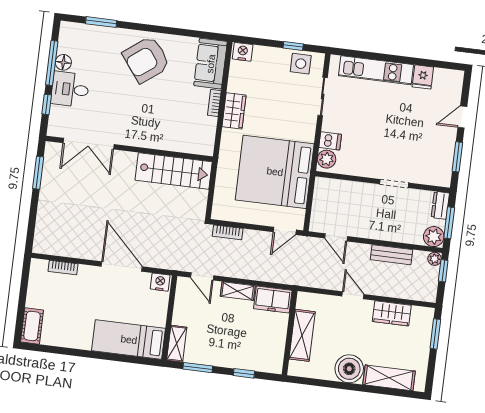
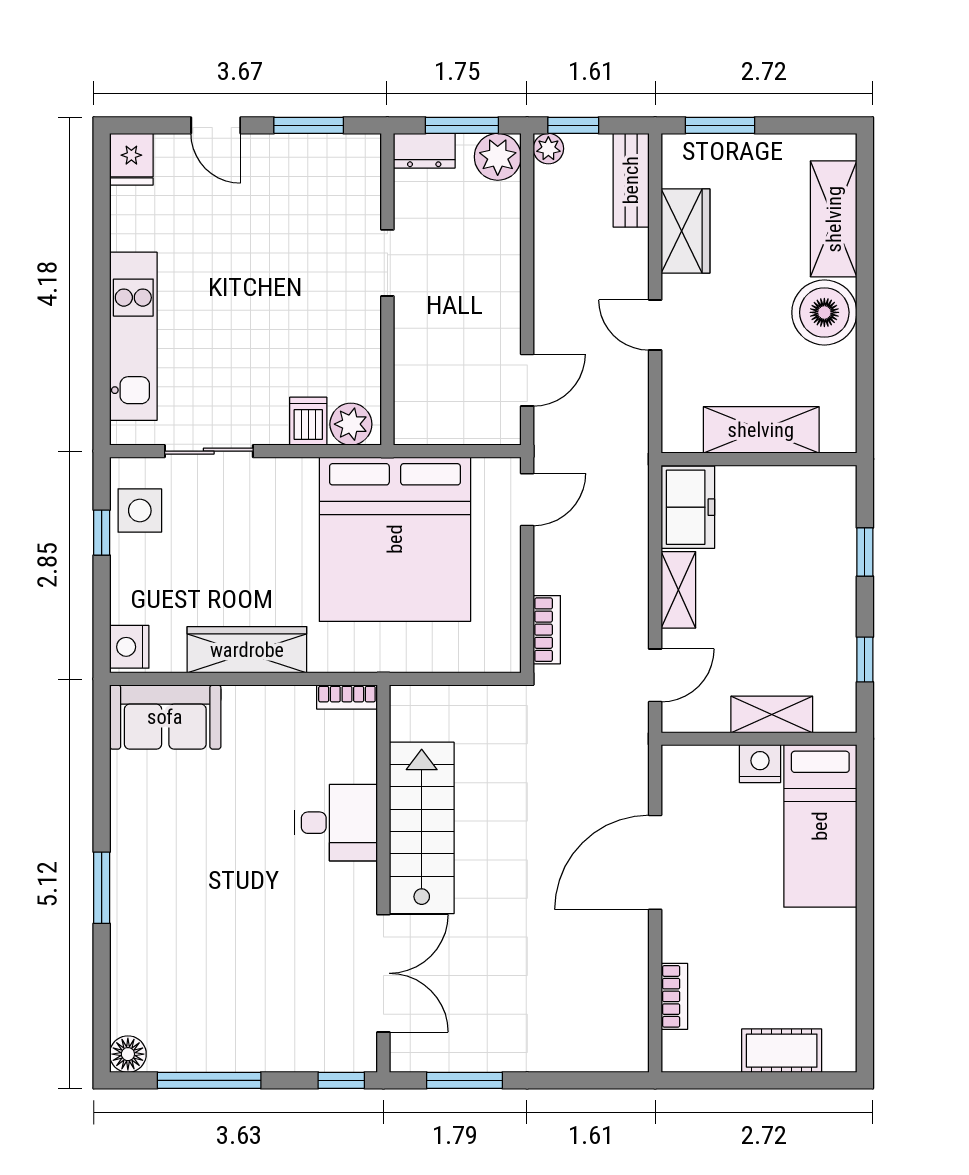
window: (101, 22) -> (102, 888), moved
armchair: (146, 59) -> (174, 865), removed
floor lamp: (63, 62) -> (128, 1054), moved
fridge: (423, 77) -> (131, 159), moved, turned 90
desk: (70, 89) -> (336, 823), moved, turned -90
bookcase: (214, 103) -> (347, 697), moved
window: (47, 104) -> (341, 1080), moved
wardrobe: (234, 111) -> (247, 650), width x1.50
stairs: (174, 171) -> (422, 828), moved
door: (285, 231) -> (527, 500), hinge flipped
bench: (392, 255) -> (631, 180), moved
nightstand: (160, 282) -> (760, 764), moved, turned 90
door: (353, 295) -> (655, 325), hinge flipped
cot: (32, 326) -> (782, 1051), moved
shelving: (177, 344) -> (772, 714), moved
window: (198, 368) -> (865, 659), width x0.67

